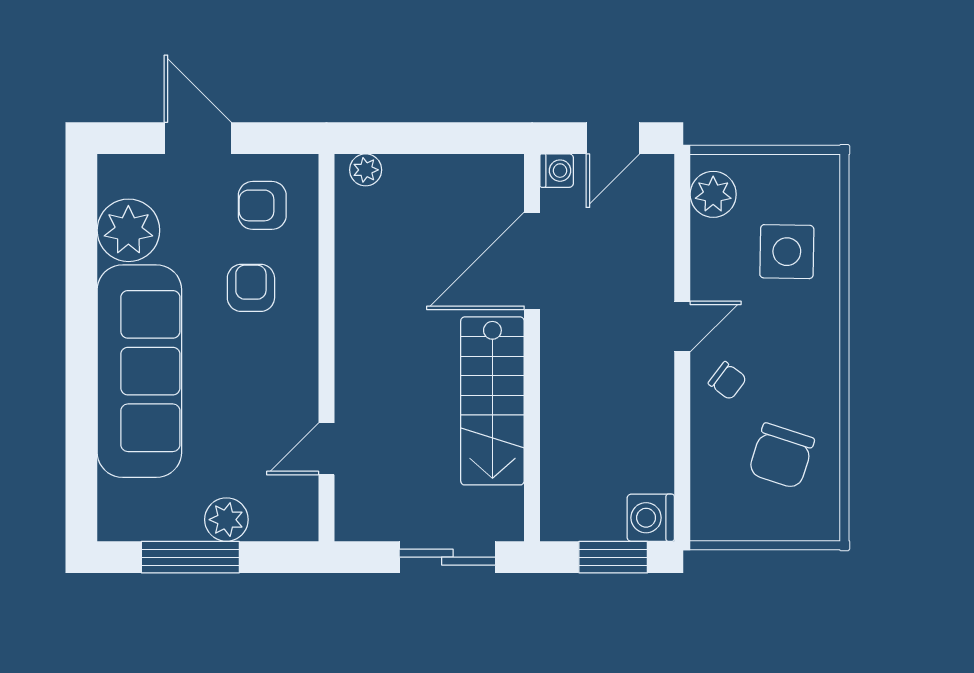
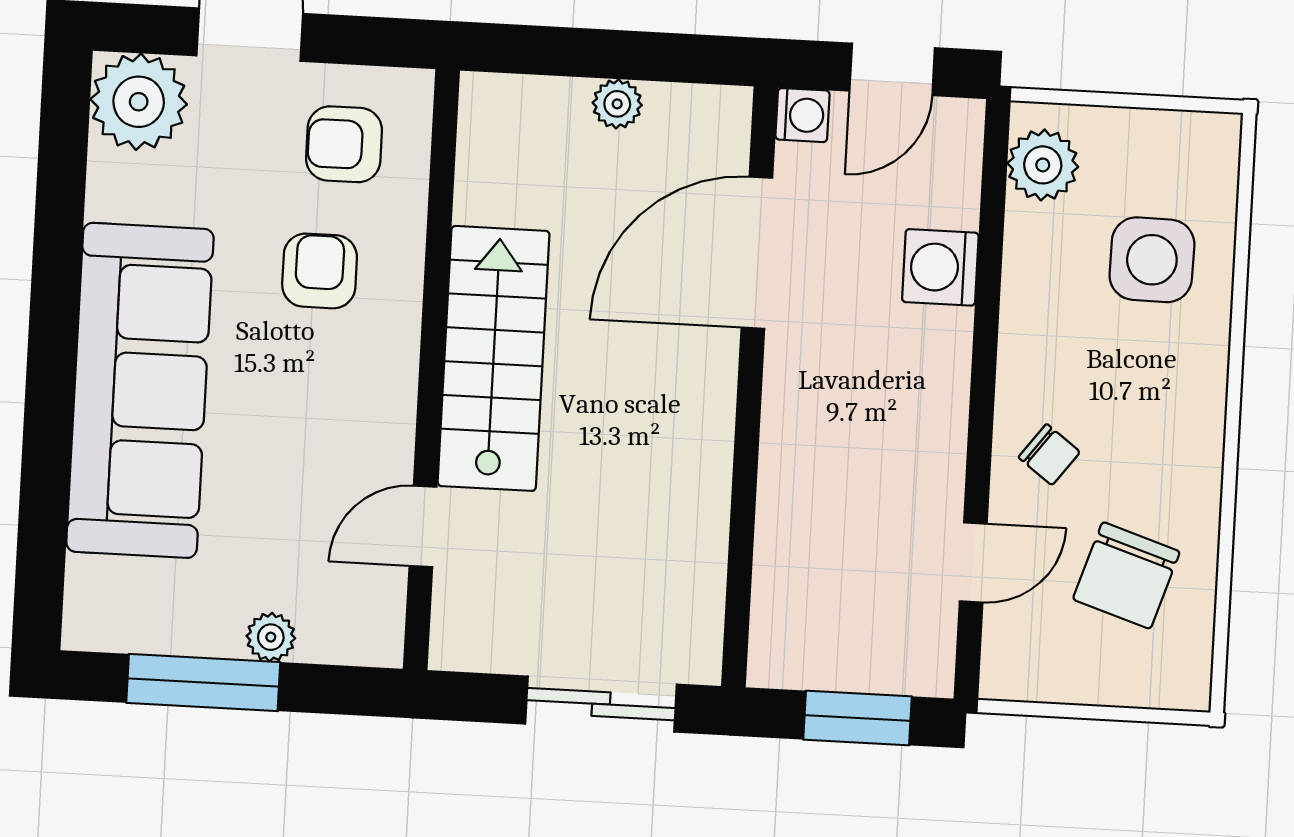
plant: (366, 170) -> (617, 104), moved
plant: (128, 230) -> (139, 102), moved
door: (682, 327) -> (973, 562), moved
stairs: (492, 401) -> (494, 358), moved, turned 180
washing machine: (651, 518) -> (940, 267), moved
plant: (226, 520) -> (271, 637), width x0.73, depth x0.73

